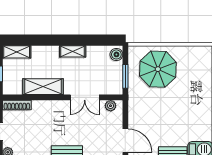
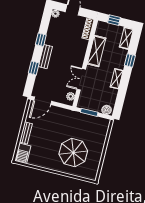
window: (44, 40) -> (130, 60), added
parasol: (158, 69) -> (73, 153), moved

